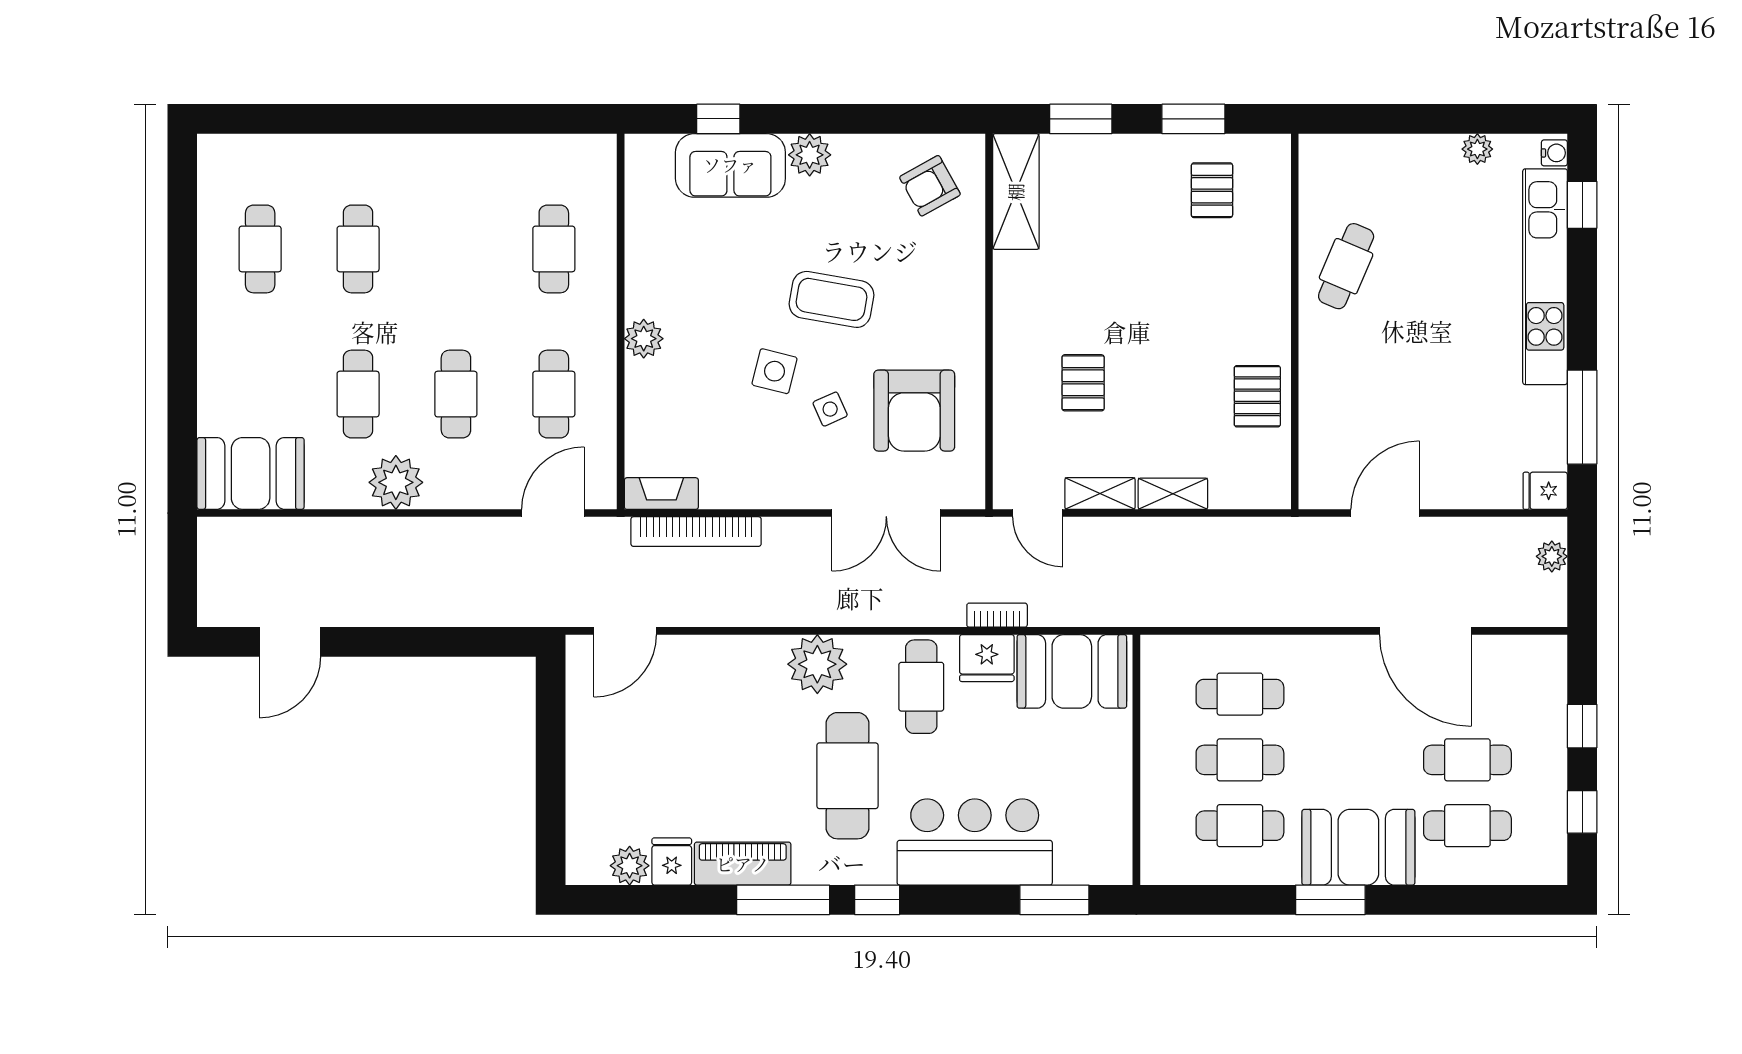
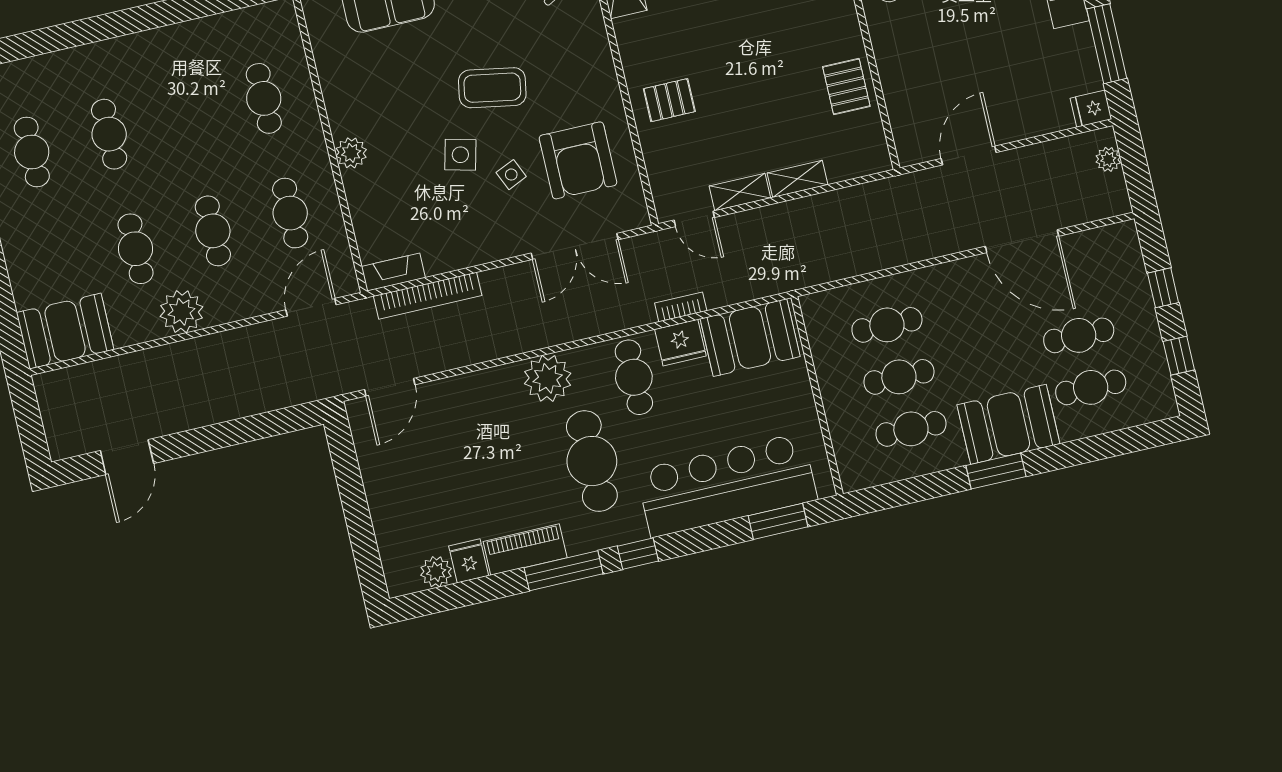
pallet: (1083, 383) -> (669, 100), moved, turned 90
bar counter: (975, 842) -> (727, 485), width x1.36

